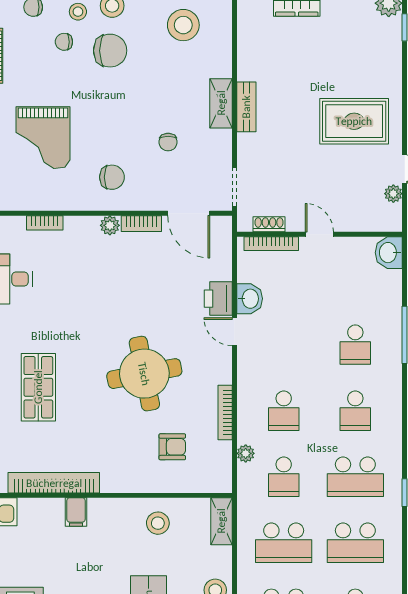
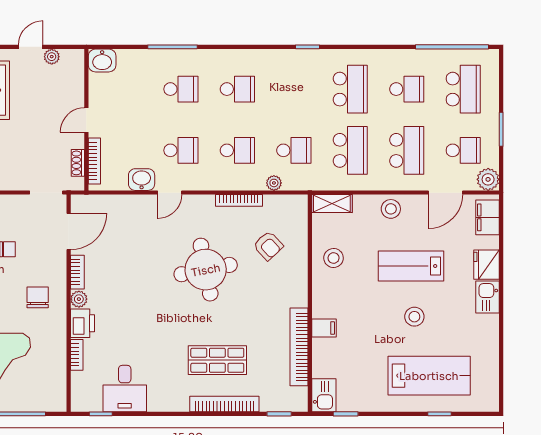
printer: (218, 299) -> (82, 323), moved, turned -90
armchair: (172, 447) -> (268, 246), turned 137
school desk: (355, 477) -> (181, 150), moved, width x0.54

